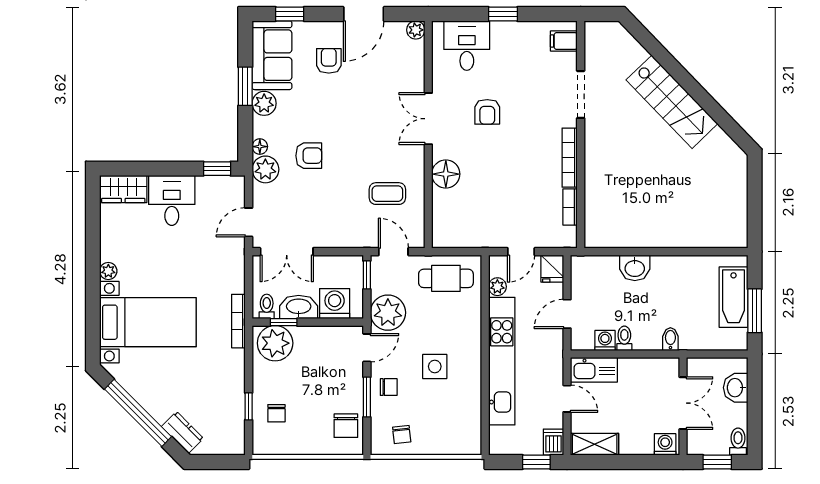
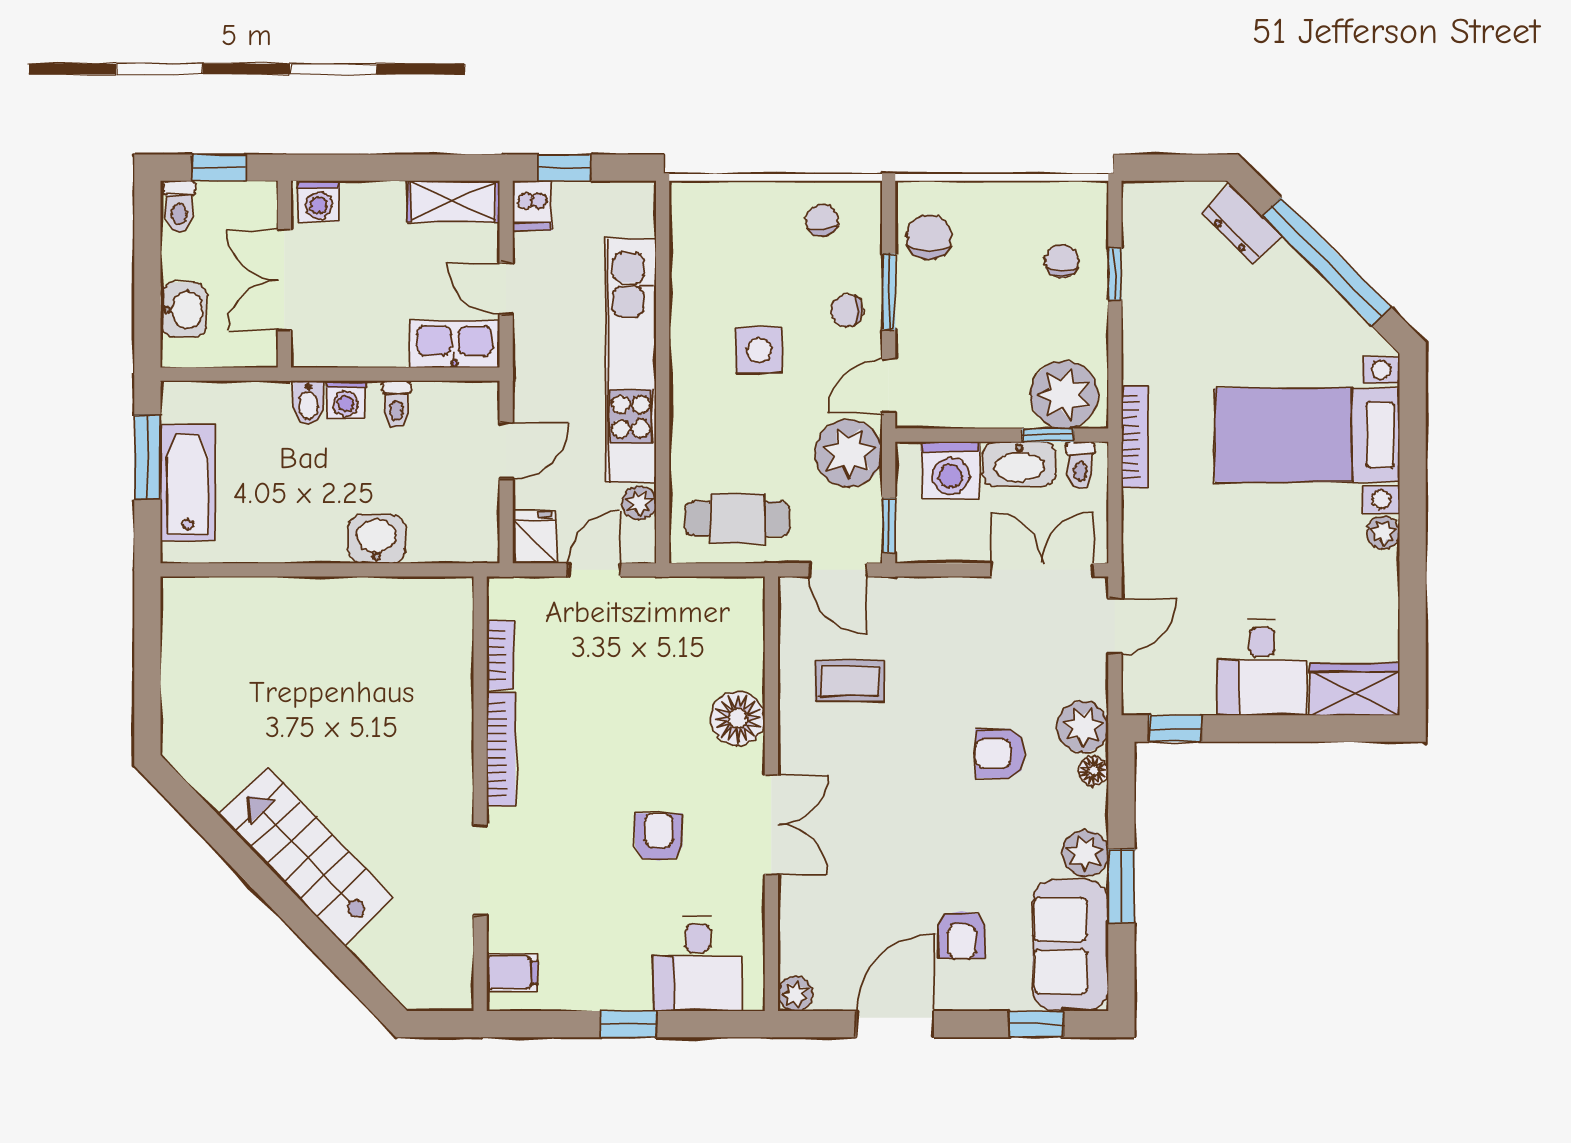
washing machine: (605, 340) -> (346, 400), moved

